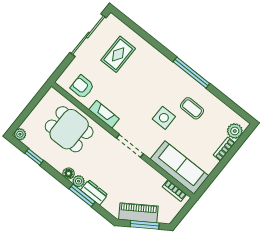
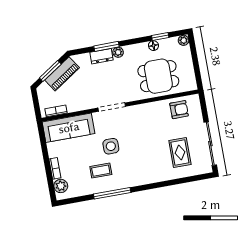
window: (191, 73) -> (112, 193), moved
fireplace: (104, 114) -> (148, 108), removed
floor lamp: (69, 173) -> (153, 46), moved

